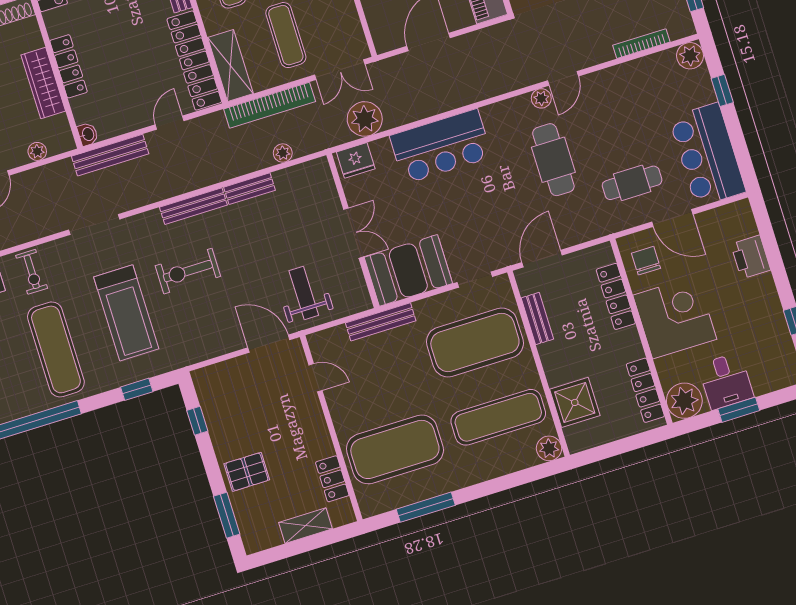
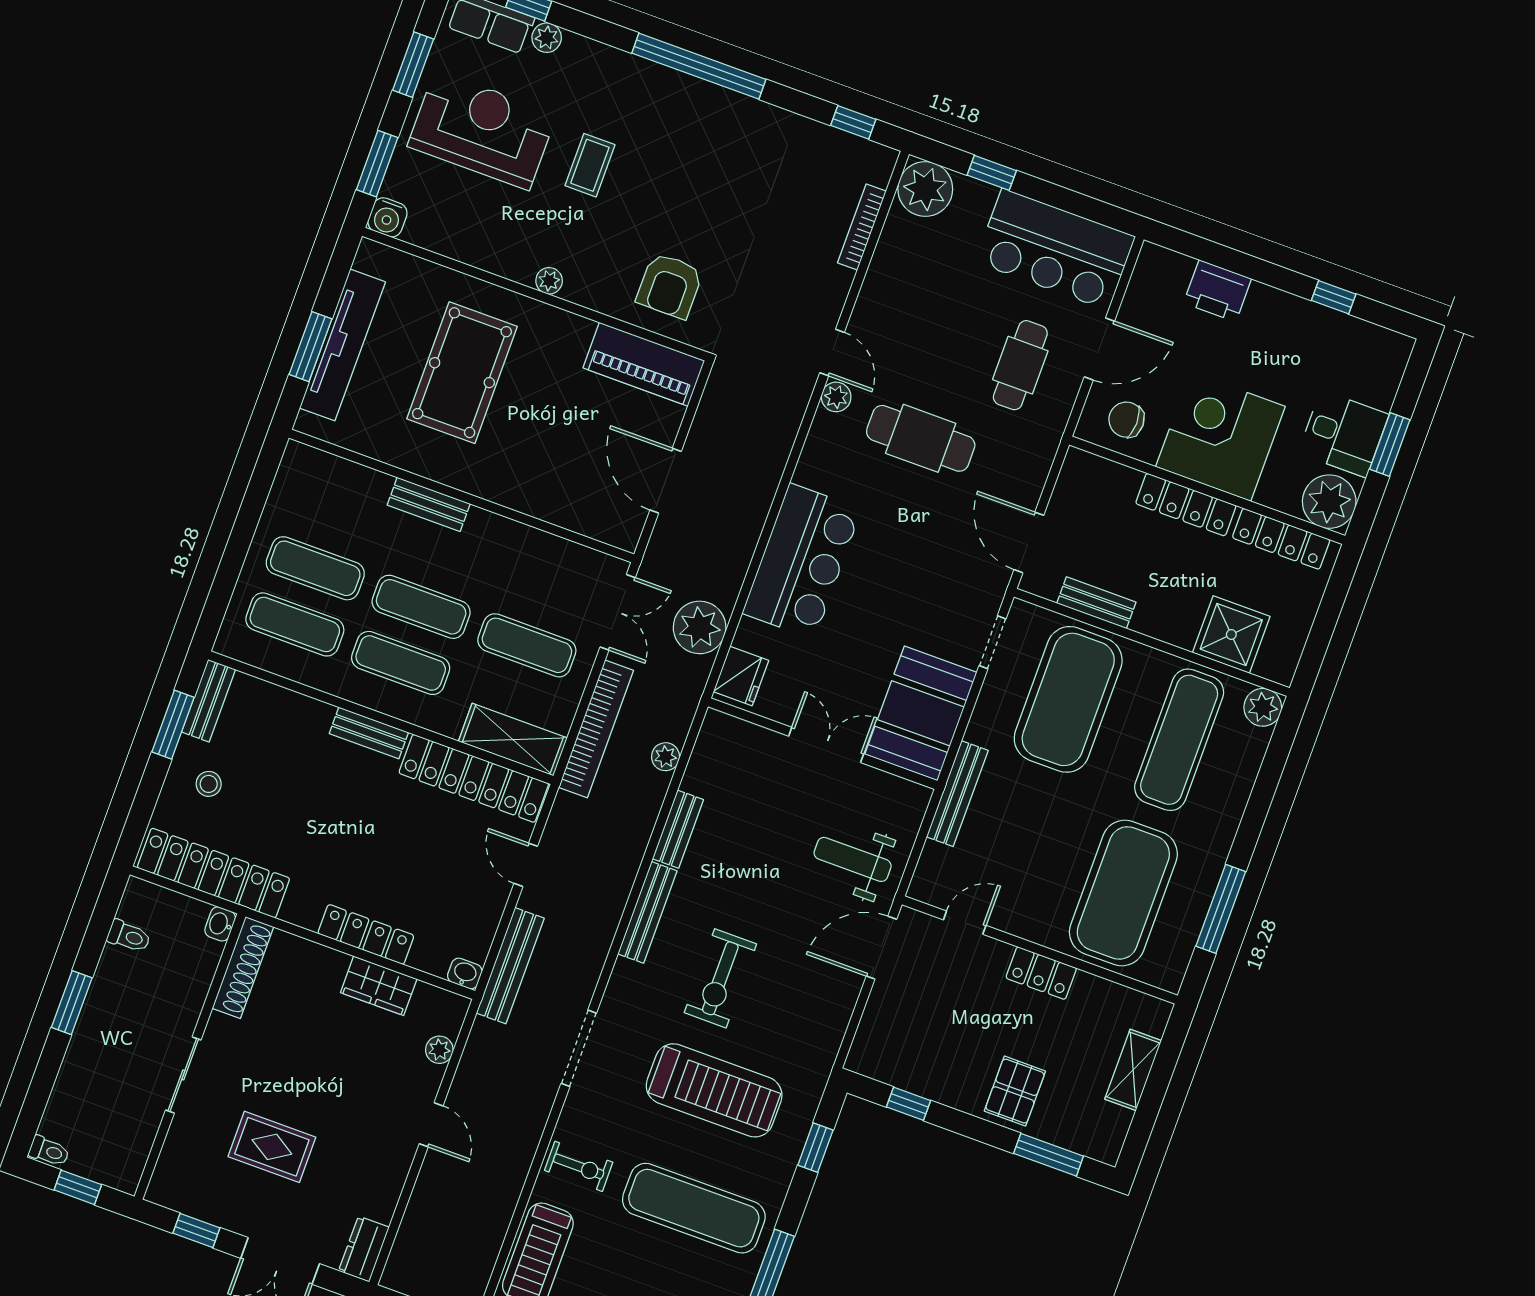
plant: (690, 56) -> (925, 189), width x1.36, depth x1.36
wardrobe: (43, 83) -> (379, 986), width x0.67
locker: (616, 296) -> (1186, 505), moved
locker: (332, 479) -> (1041, 973), moved

